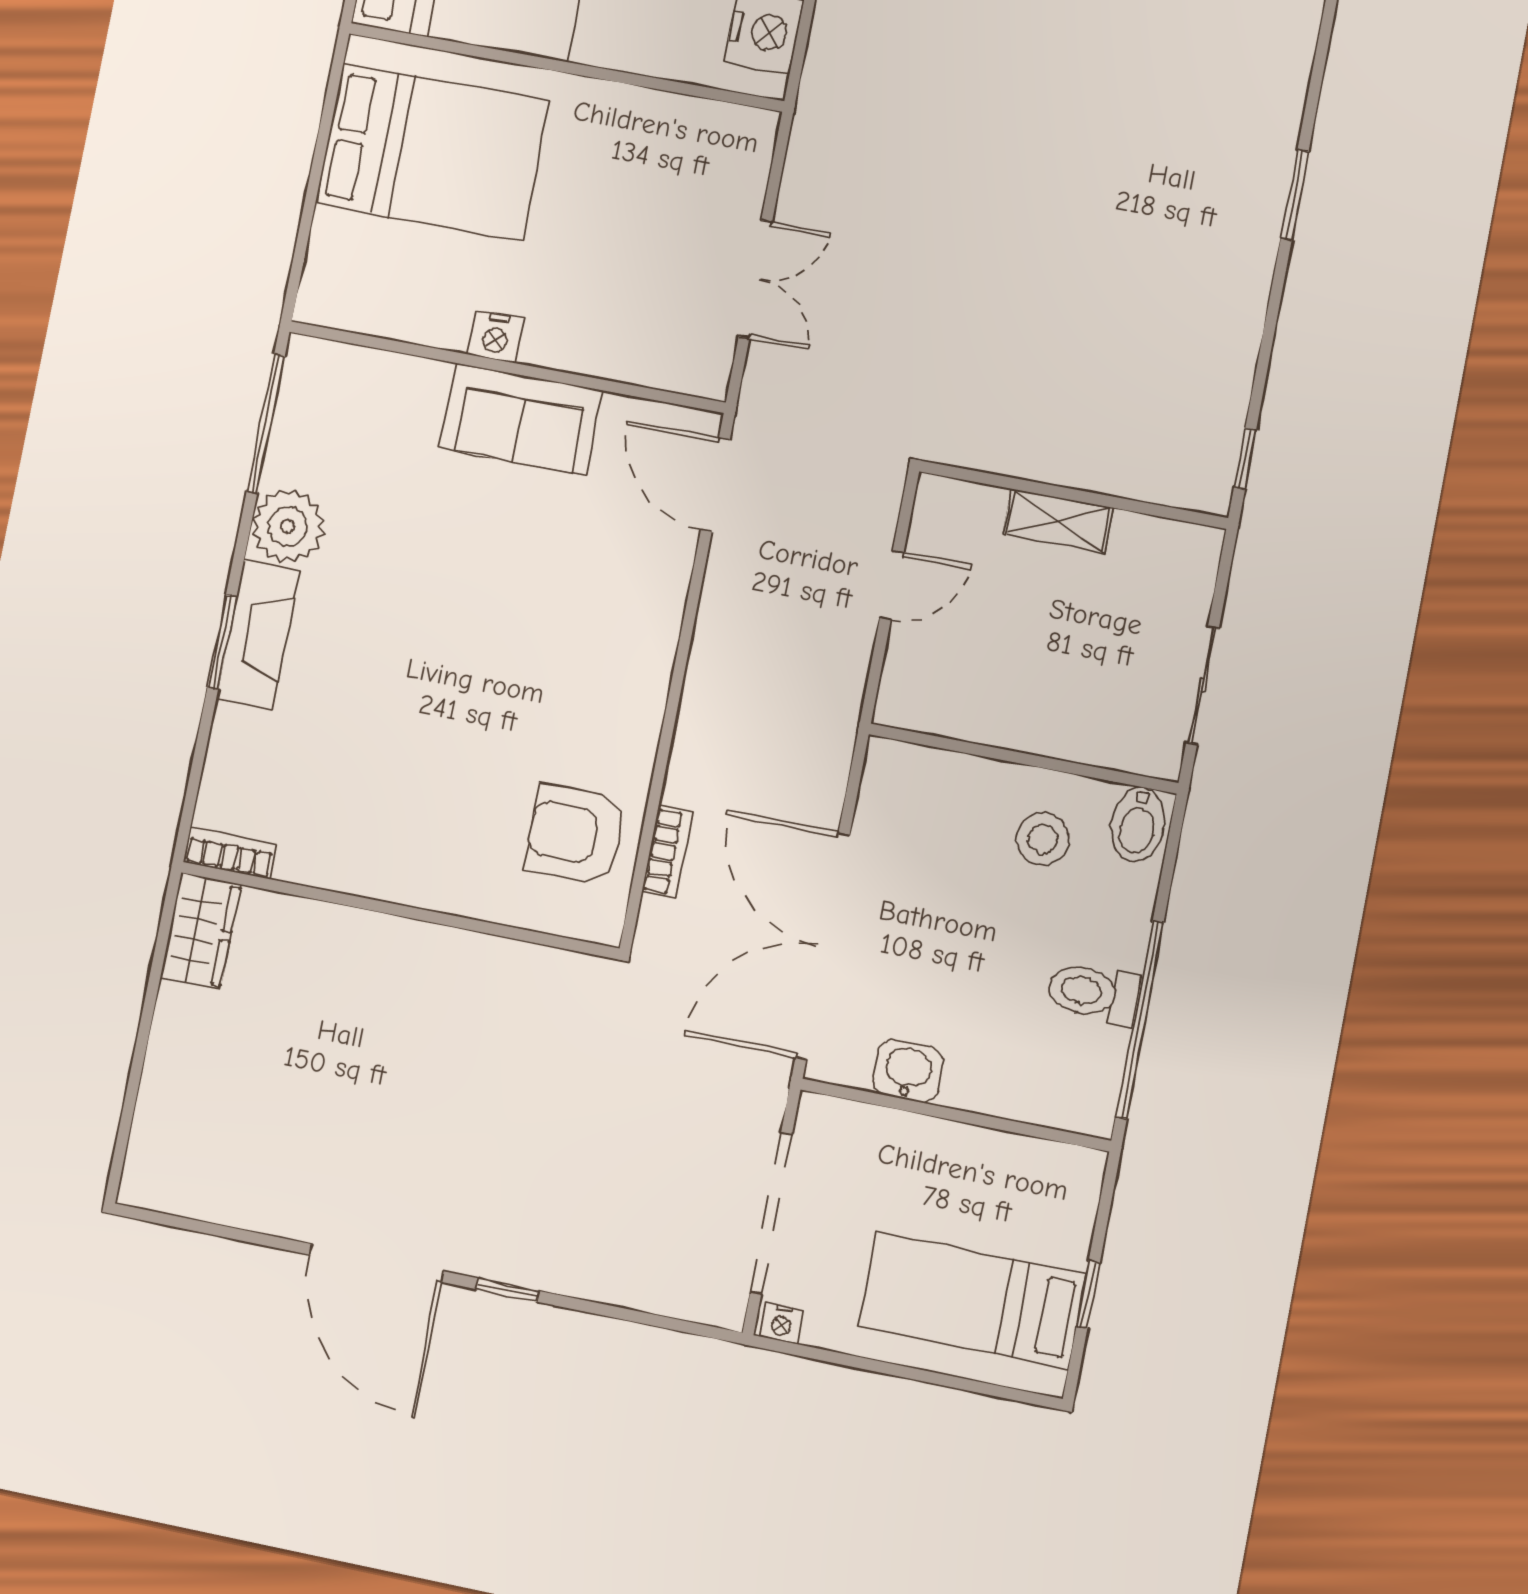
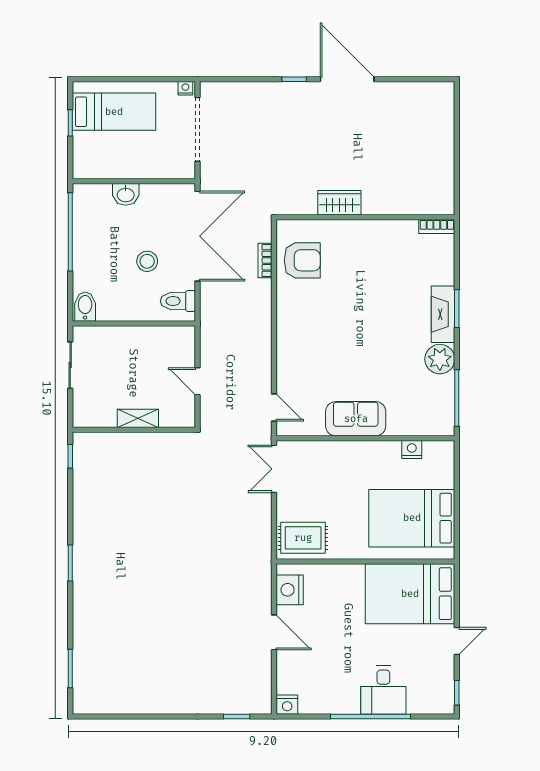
rug: (707, 152) -> (303, 538), added
double door: (755, 279) -> (274, 469), moved
nightstand: (496, 337) -> (412, 449), moved
door: (715, 484) -> (274, 407), width x0.73
door: (892, 585) -> (198, 381), hinge flipped
stool: (1043, 839) -> (147, 261), moved
wardrobe: (201, 931) -> (339, 203), moved, turned 90
toilet: (1093, 993) -> (178, 301), moved, turned 180
washbasin: (908, 1071) -> (126, 194), moved

